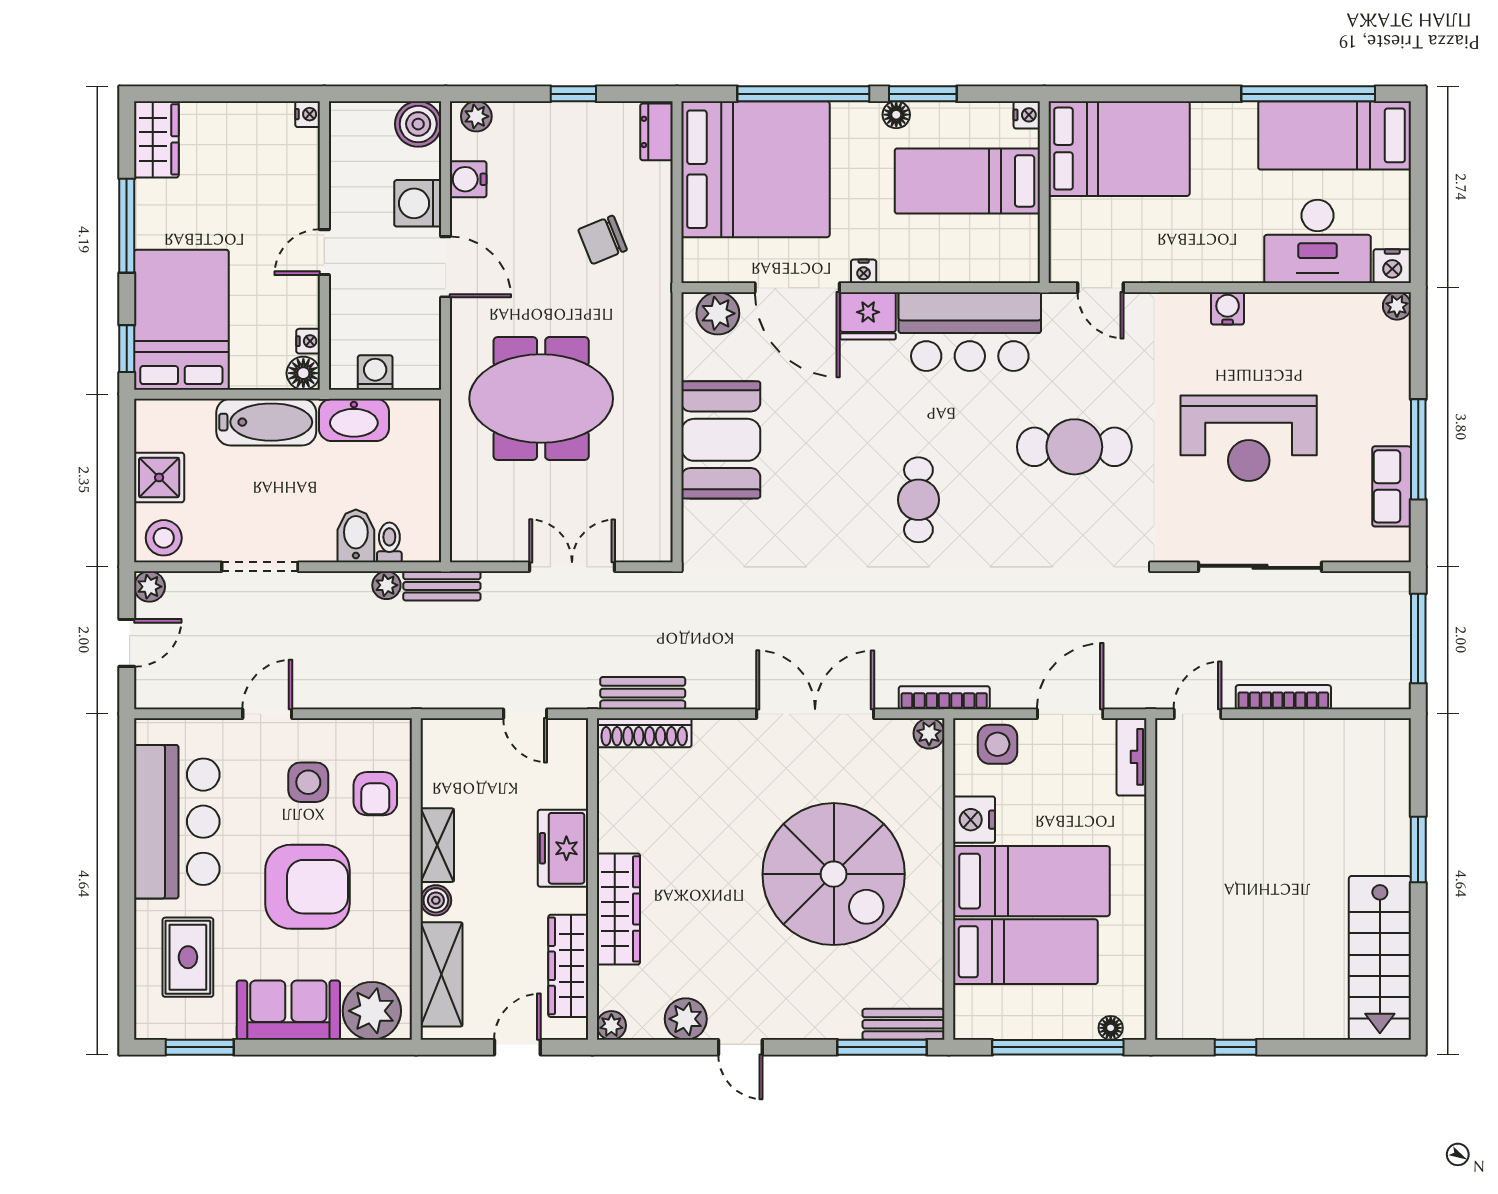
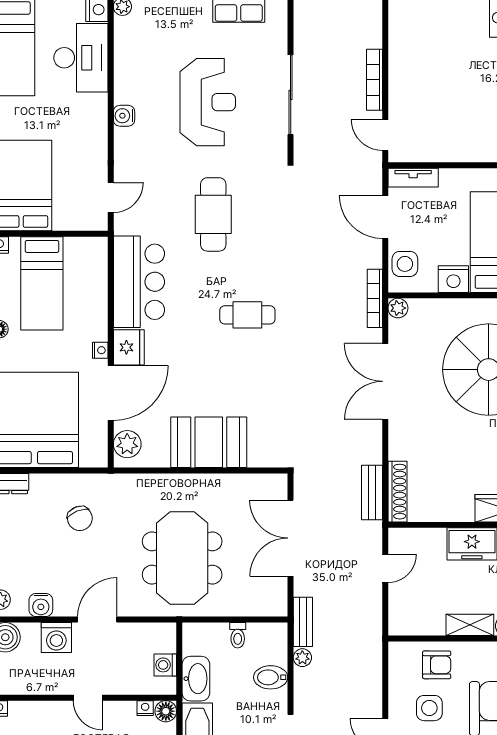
toilet: (389, 542) -> (238, 635), moved, turned -90
double door: (572, 567) -> (291, 538), width x1.37

